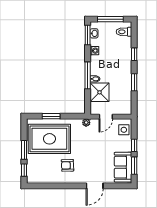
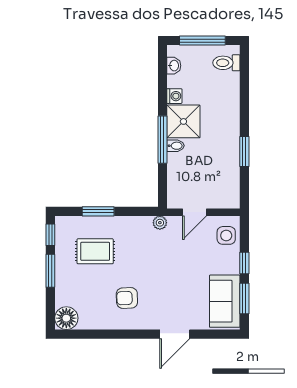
window: (88, 35) -> (162, 68), removed
window: (134, 54) -> (244, 102), removed
shower: (100, 92) -> (183, 121), moved
rug: (49, 139) -> (95, 251), width x0.54, depth x0.49
window: (24, 170) -> (50, 235), moved
floor lamp: (33, 177) -> (66, 318), added

